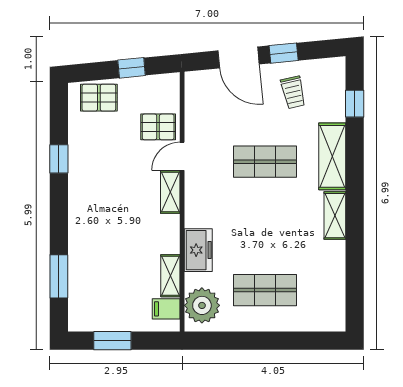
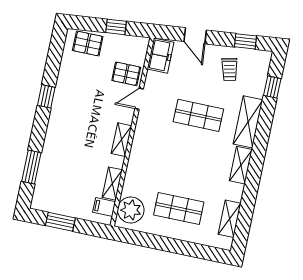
window: (284, 53) -> (245, 41), moved
door: (239, 57) -> (195, 36), width x0.73
window: (59, 159) -> (46, 96), moved
shelving: (170, 192) -> (121, 140), moved
freezer: (198, 250) -> (160, 56), moved
shelving: (335, 290) -> (230, 219), added

